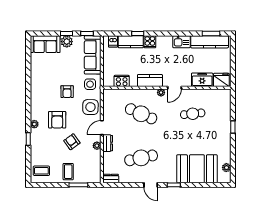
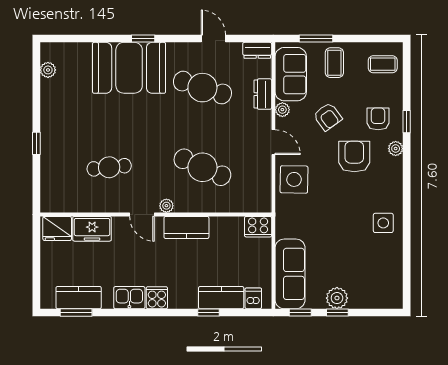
cooker: (150, 42) -> (157, 298), moved
kitchen counter: (210, 42) -> (79, 298), width x0.67
sofa: (45, 44) -> (291, 74), moved, turned 90
cooker: (122, 81) -> (258, 227), moved
side table: (90, 84) -> (383, 223), moved
door: (175, 88) -> (142, 214), swing flipped
armchair: (67, 92) -> (378, 119), moved
door: (102, 128) -> (273, 142), hinge flipped
dresser: (108, 143) -> (263, 94), moved
cafe table: (141, 158) -> (202, 88), turned 30
booth: (197, 169) -> (129, 68), moved
door: (151, 185) -> (213, 39), moved

